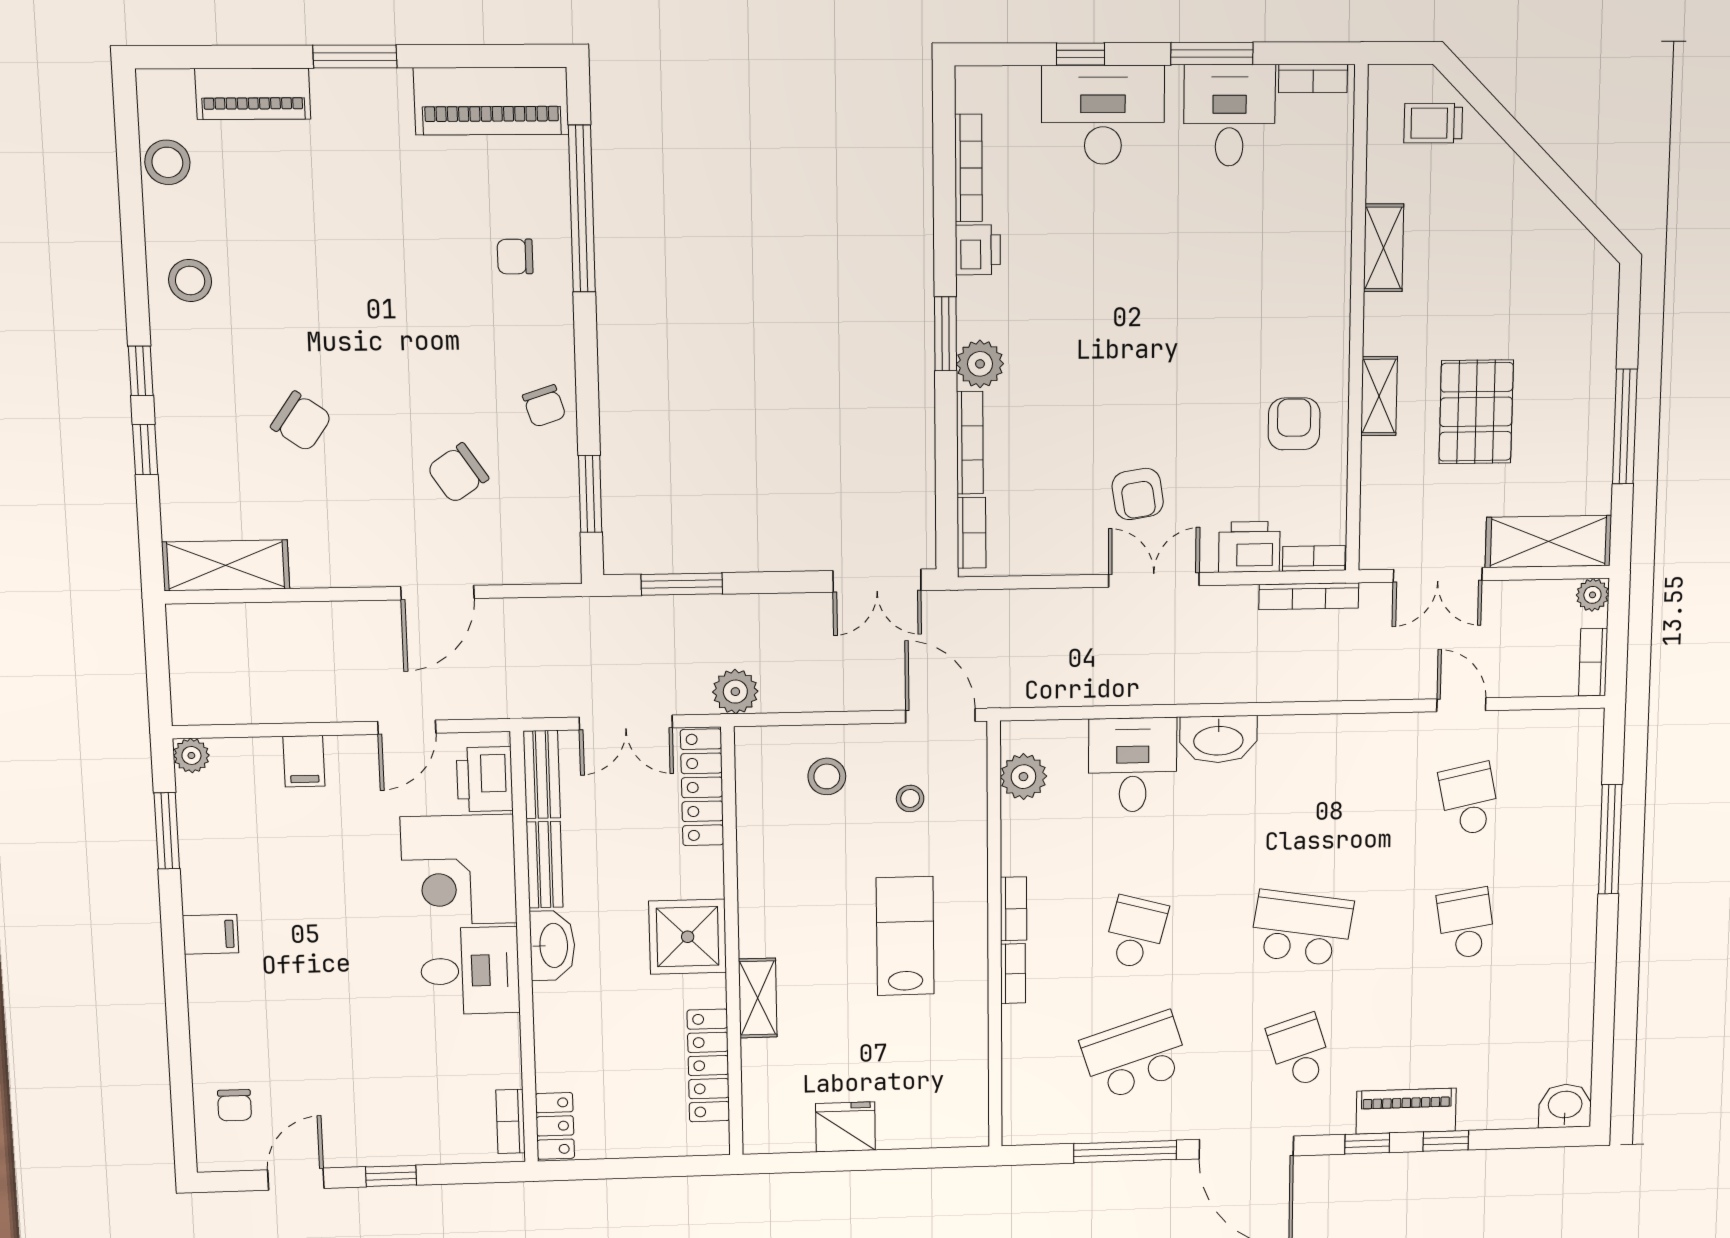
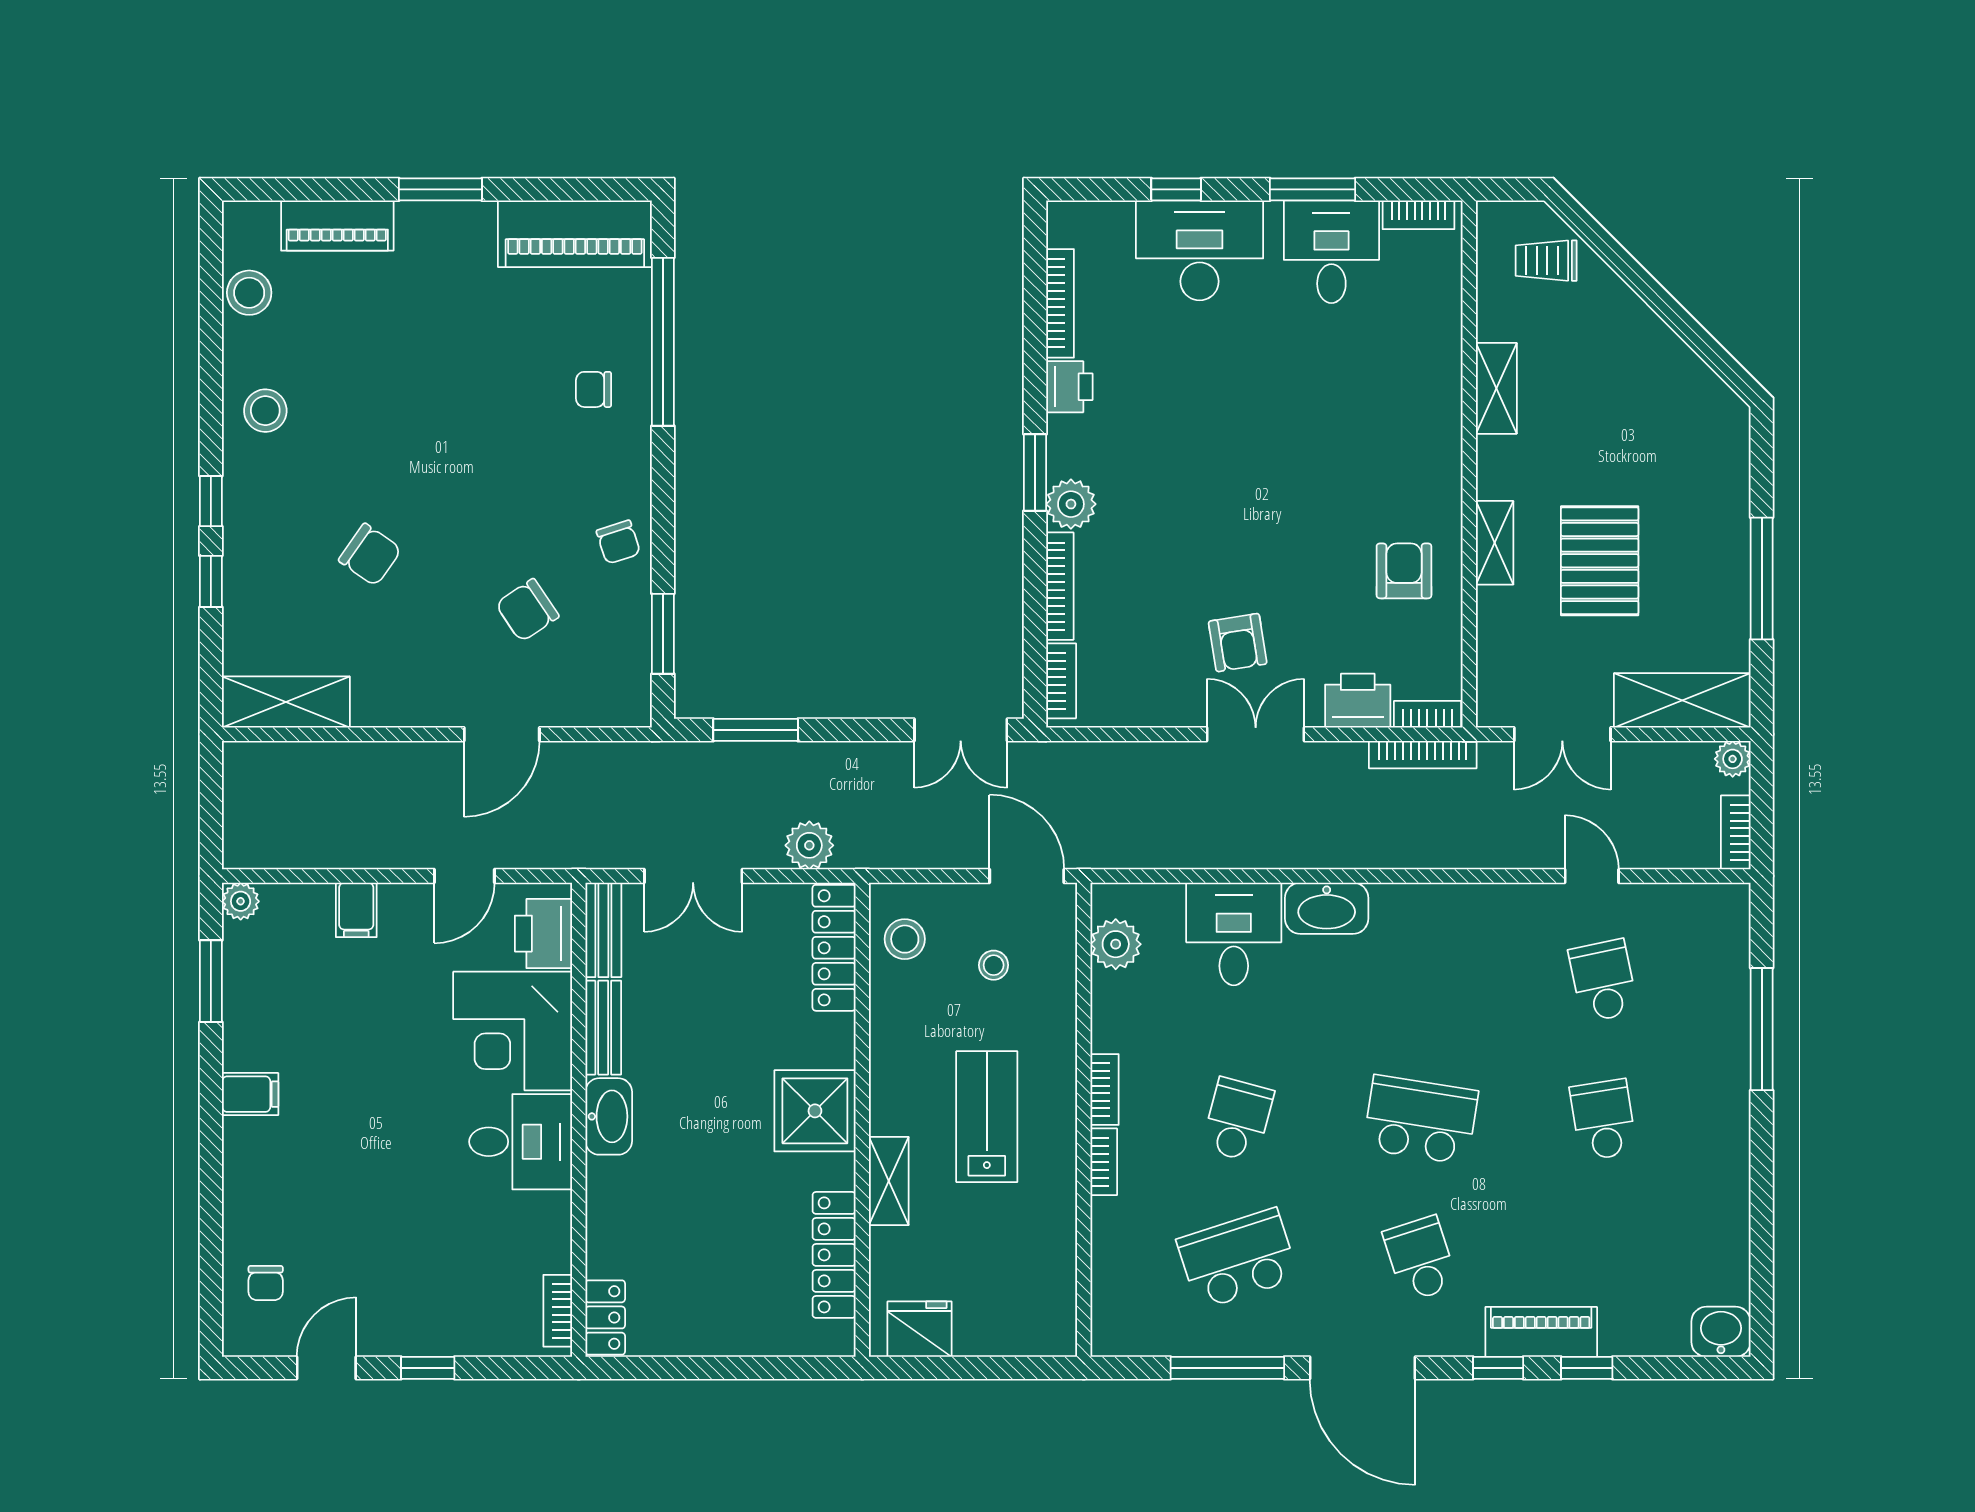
locker: (702, 787) -> (834, 948), moved
shower: (688, 937) -> (815, 1111), moved
wall: (732, 944) -> (862, 1120), moved
shelving: (758, 998) -> (889, 1181), moved
locker: (708, 1066) -> (834, 1255), moved

